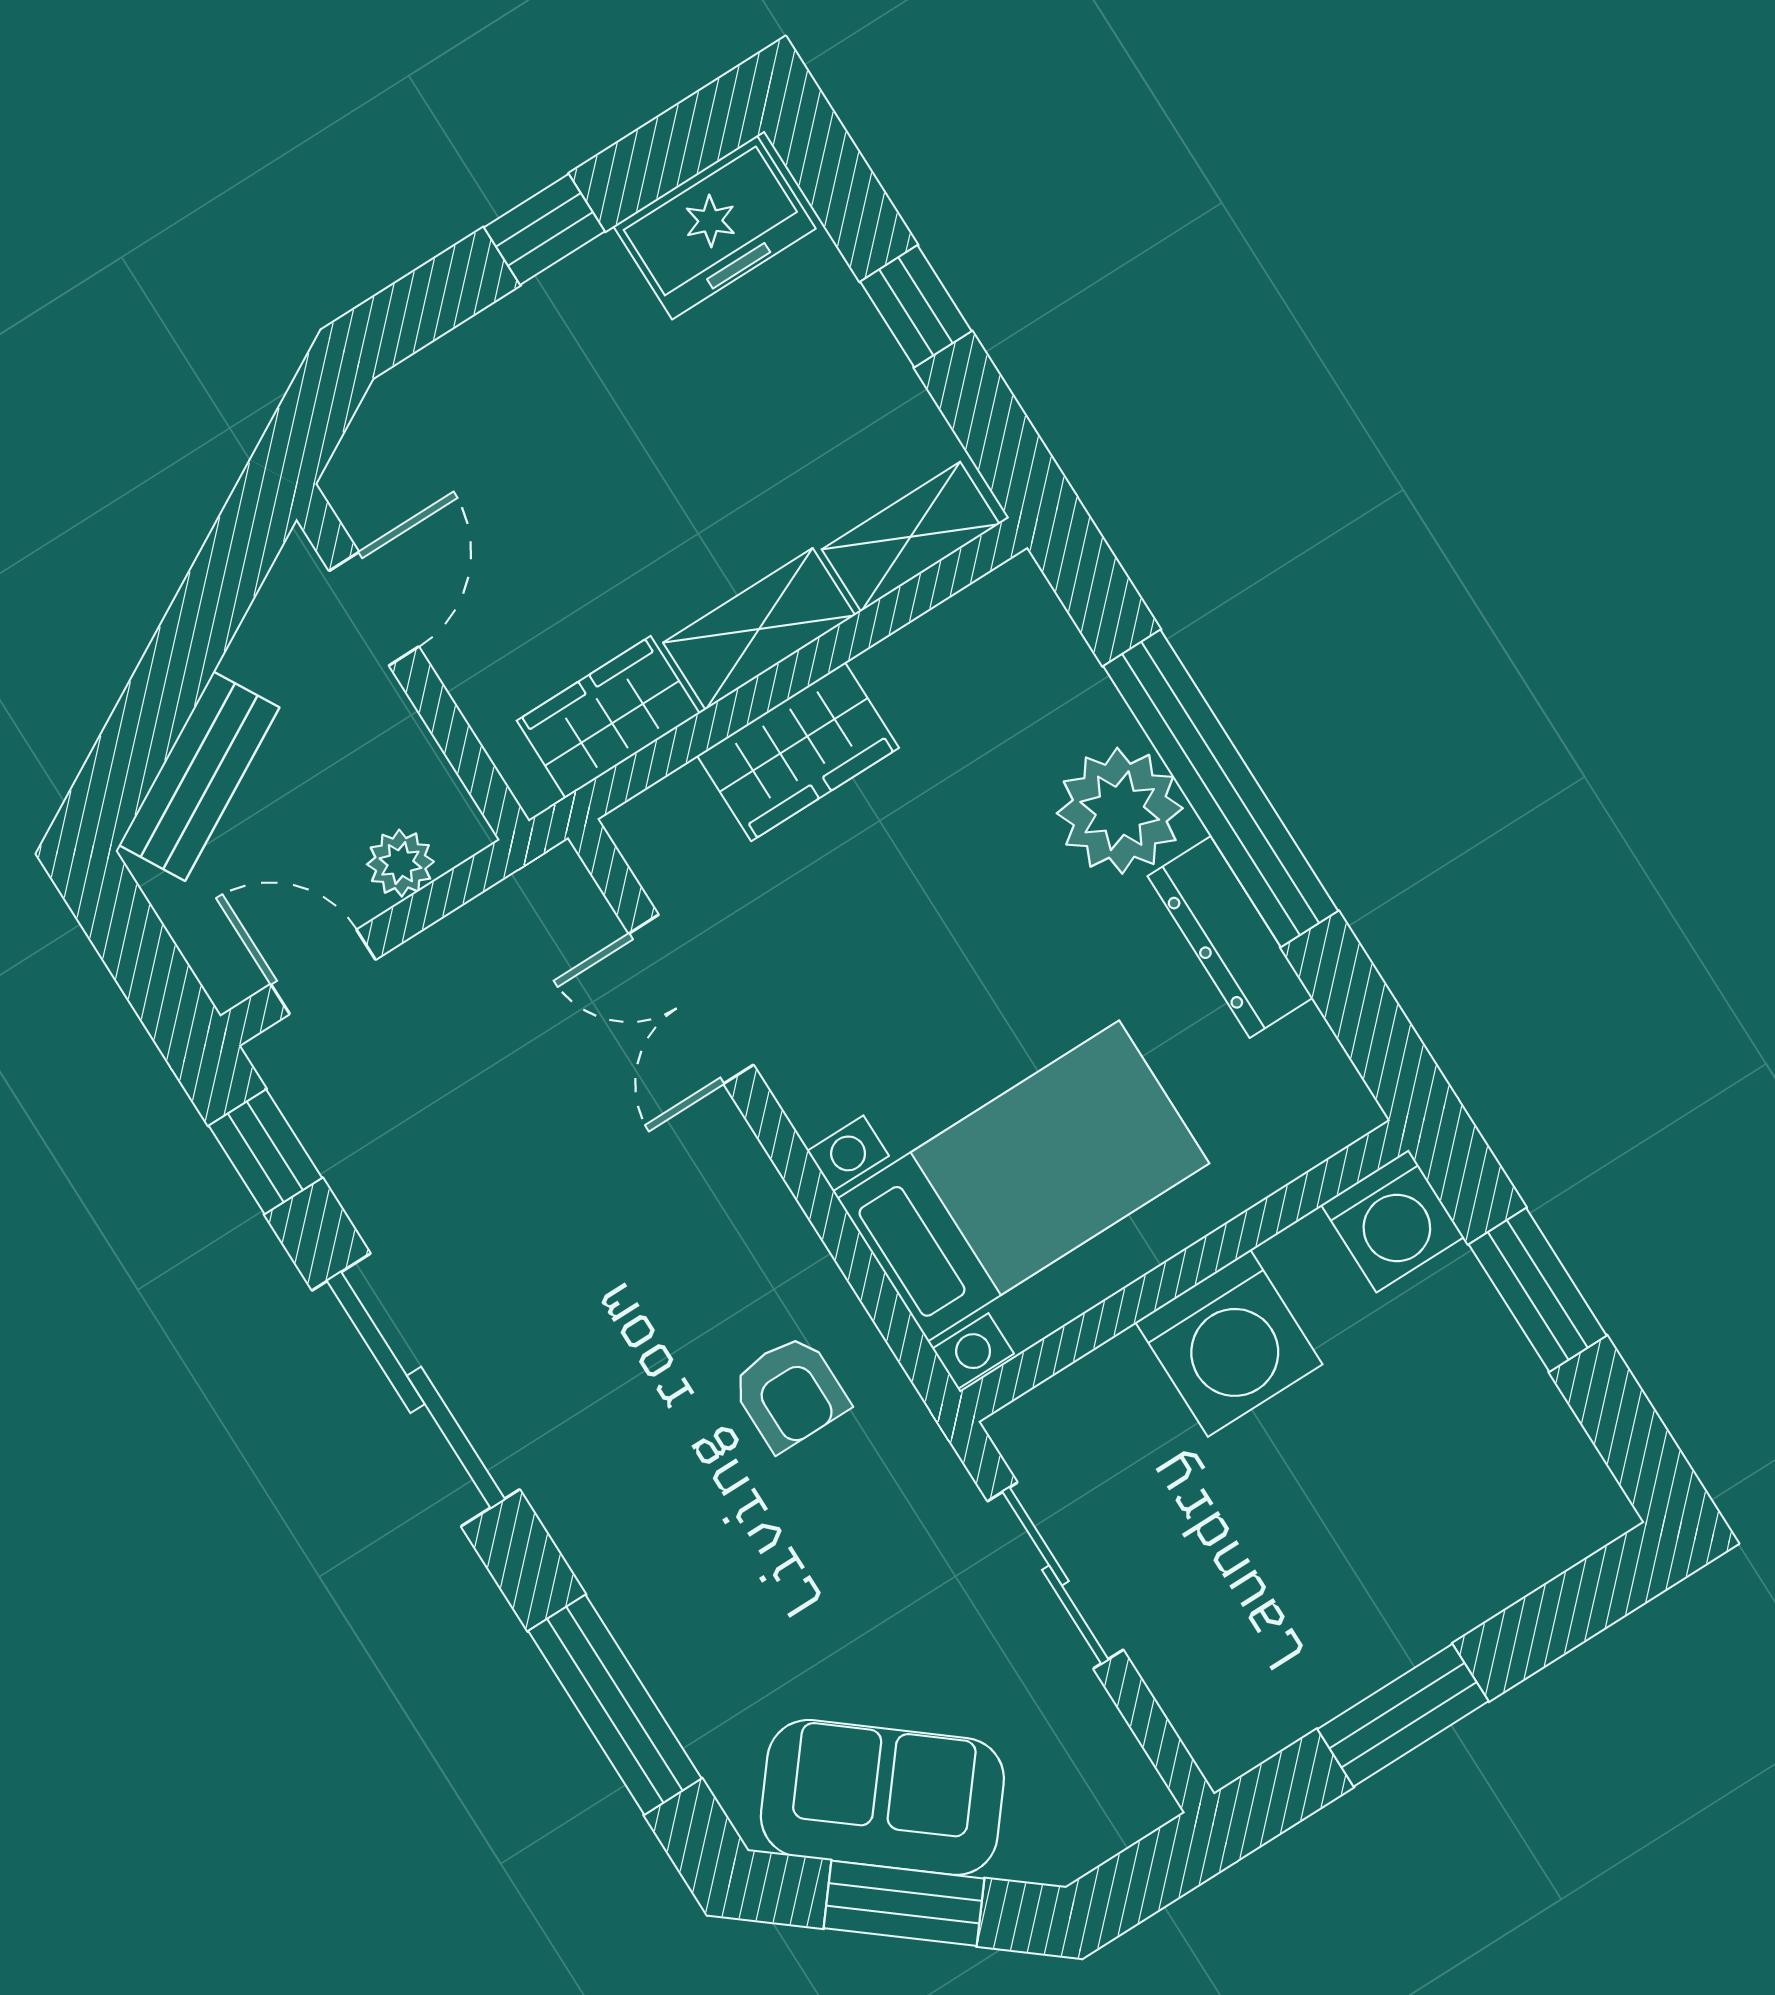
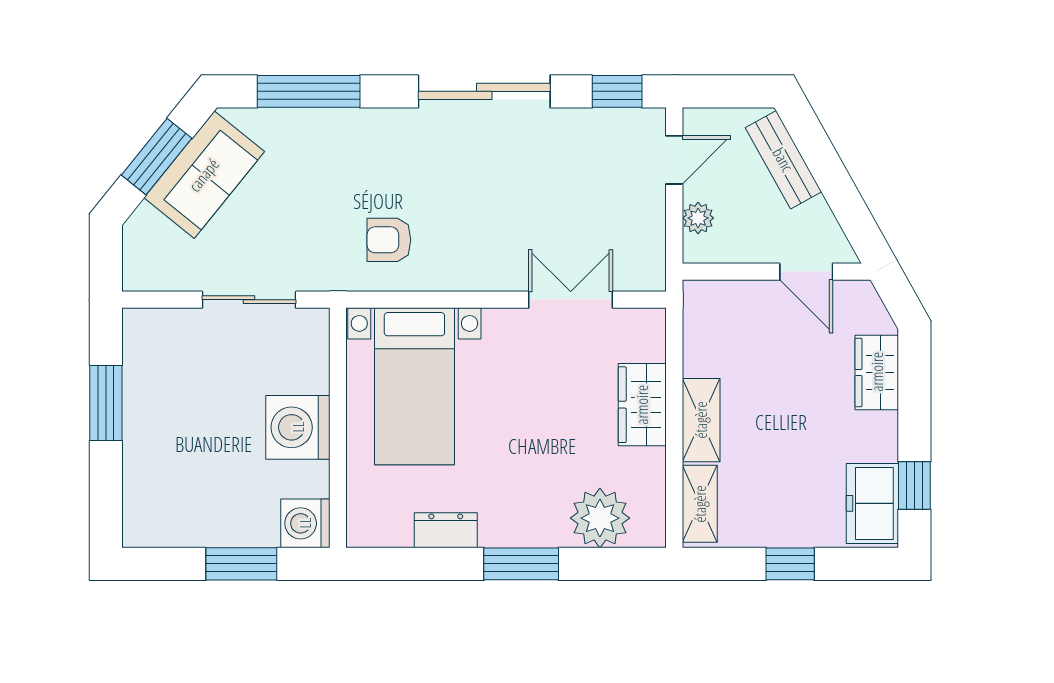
window: (544, 229) -> (914, 486), moved
wardrobe: (608, 717) -> (877, 372), moved, turned 180
window: (1221, 788) -> (521, 564), width x0.47
plant: (1120, 811) -> (600, 518), moved
dresser: (1230, 937) -> (446, 530), width x0.70

